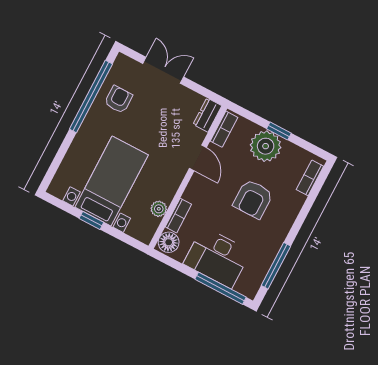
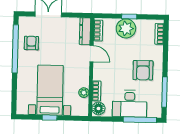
dresser: (207, 115) -> (85, 31), width x1.44
armchair: (253, 199) -> (143, 70), moved

